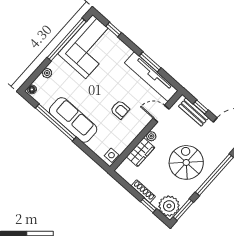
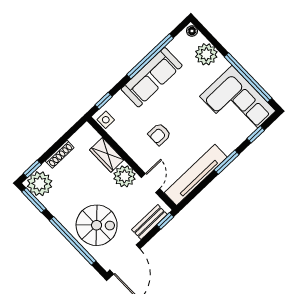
window: (150, 62) -> (227, 162), moved
plant: (47, 73) -> (206, 54), width x1.88, depth x1.88
window: (201, 107) -> (165, 221), moved
plant: (151, 136) -> (124, 176), width x1.87, depth x1.87
window: (96, 158) -> (104, 101), added
spiral stairs: (186, 162) -> (97, 225), moved
window: (148, 205) -> (32, 169), moved

